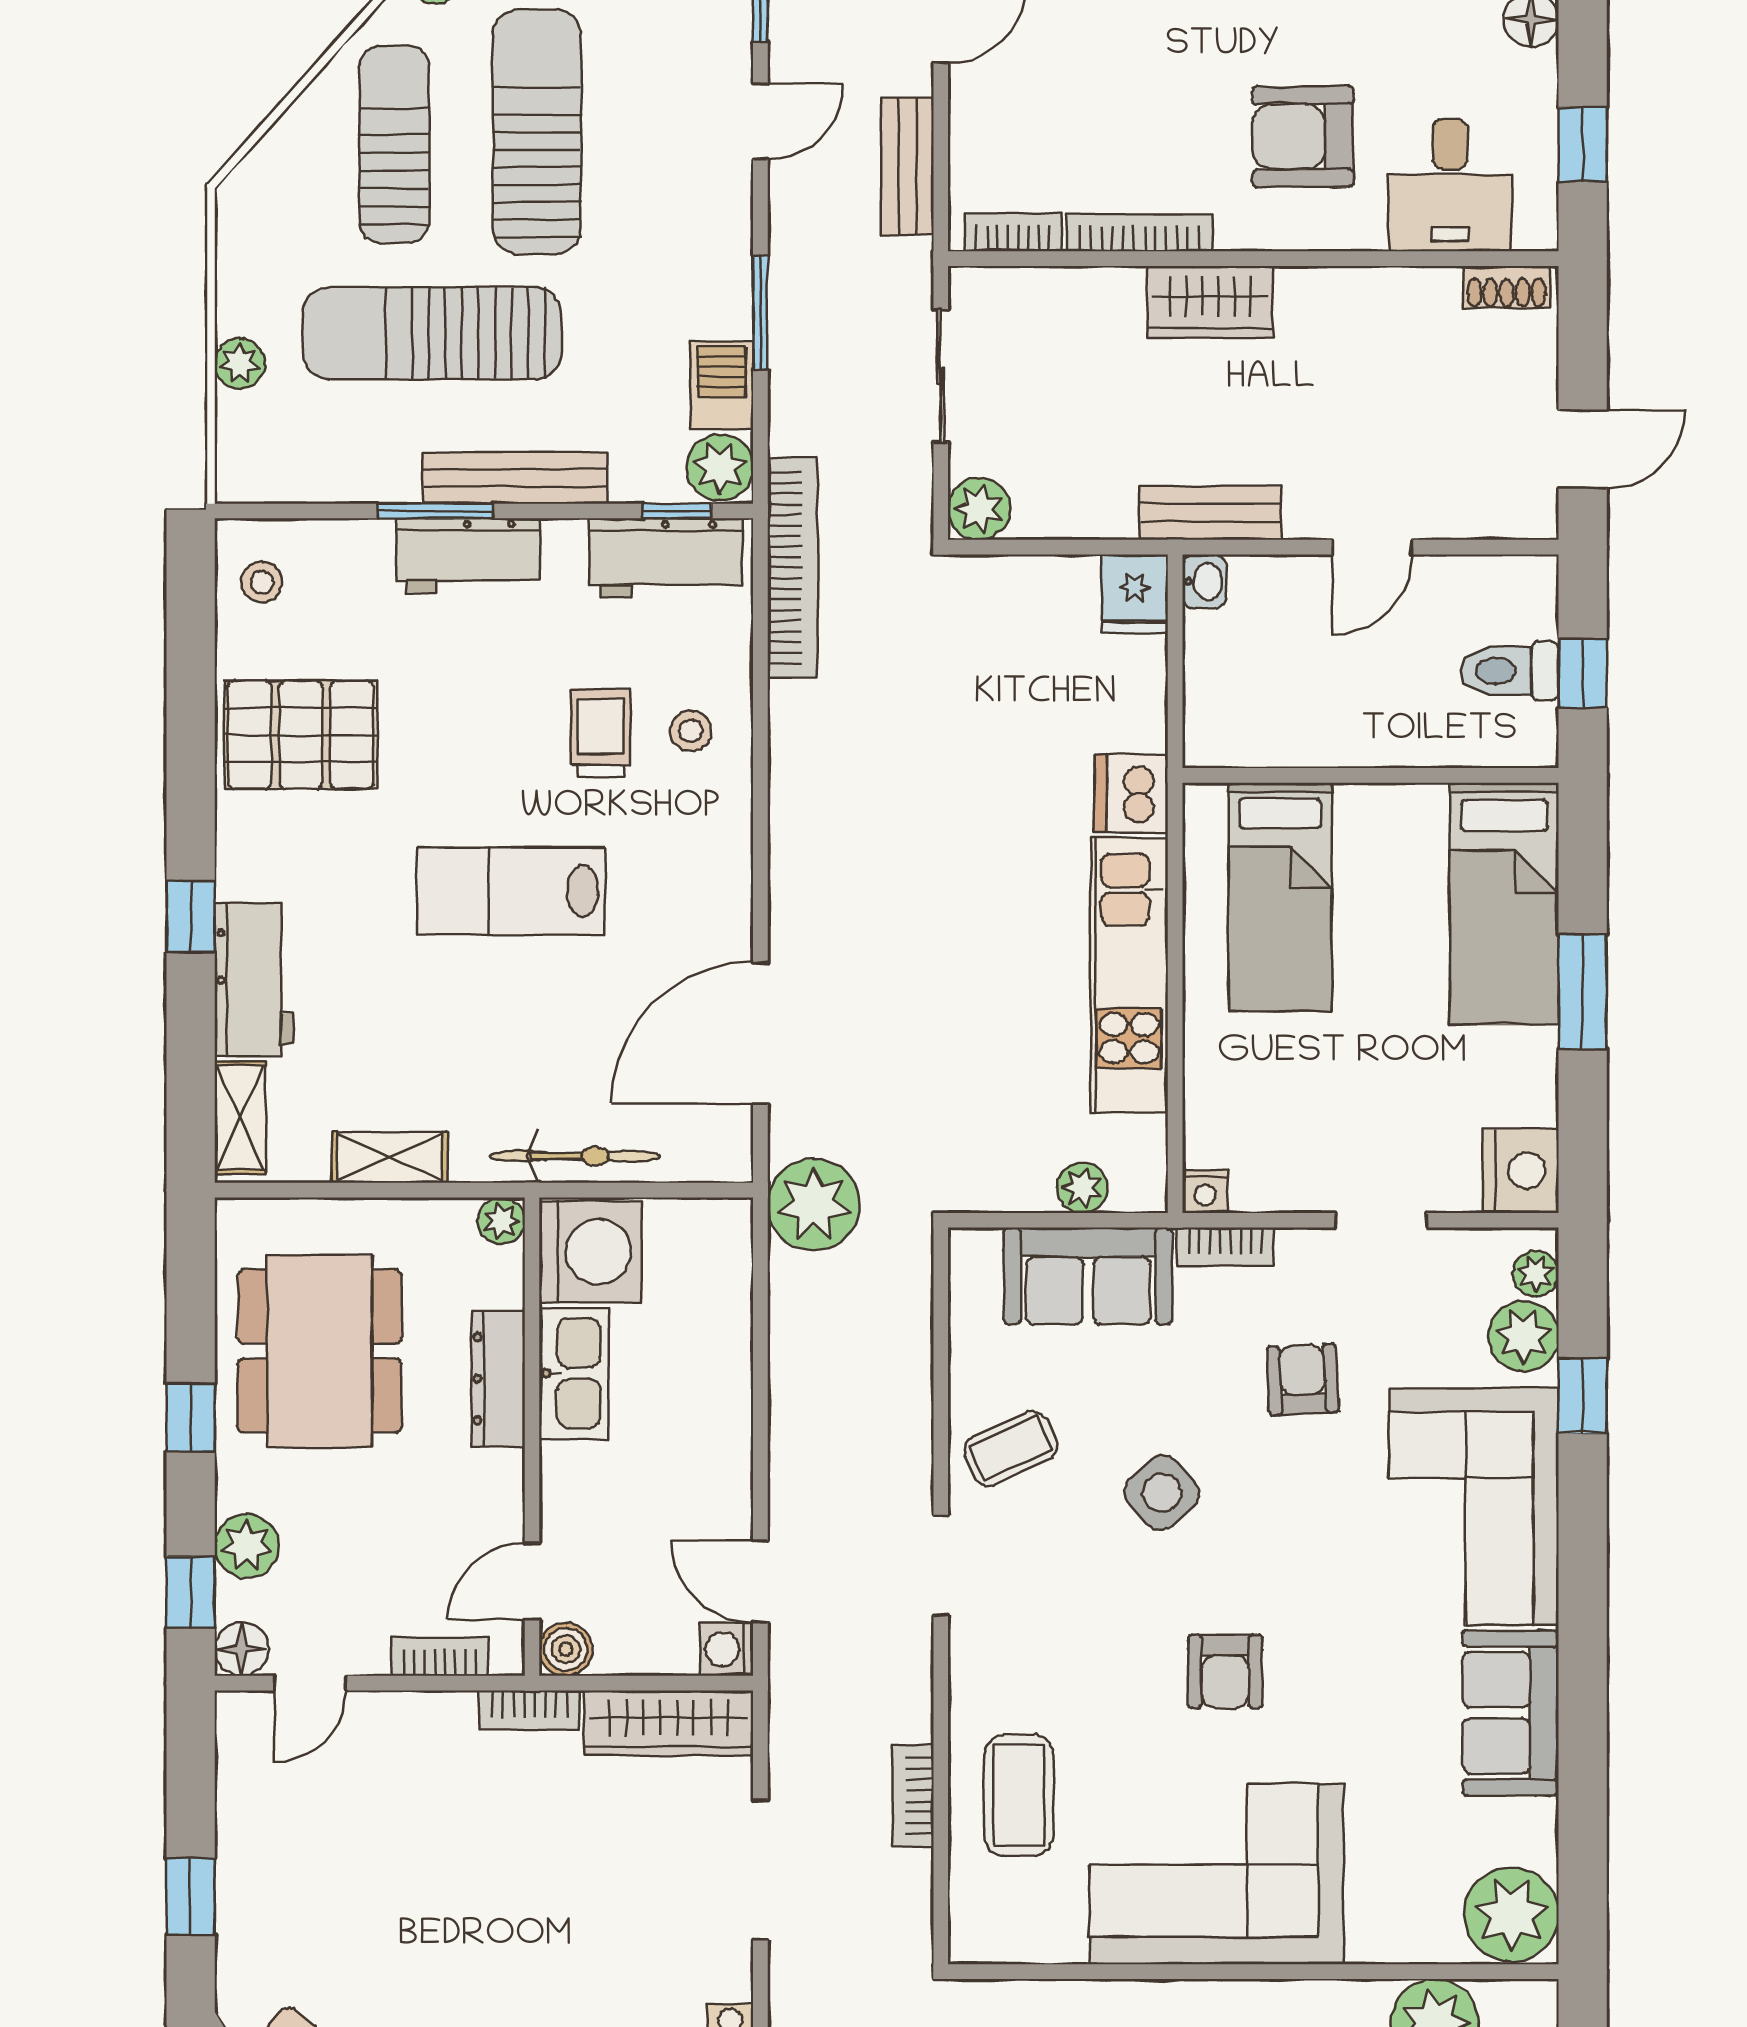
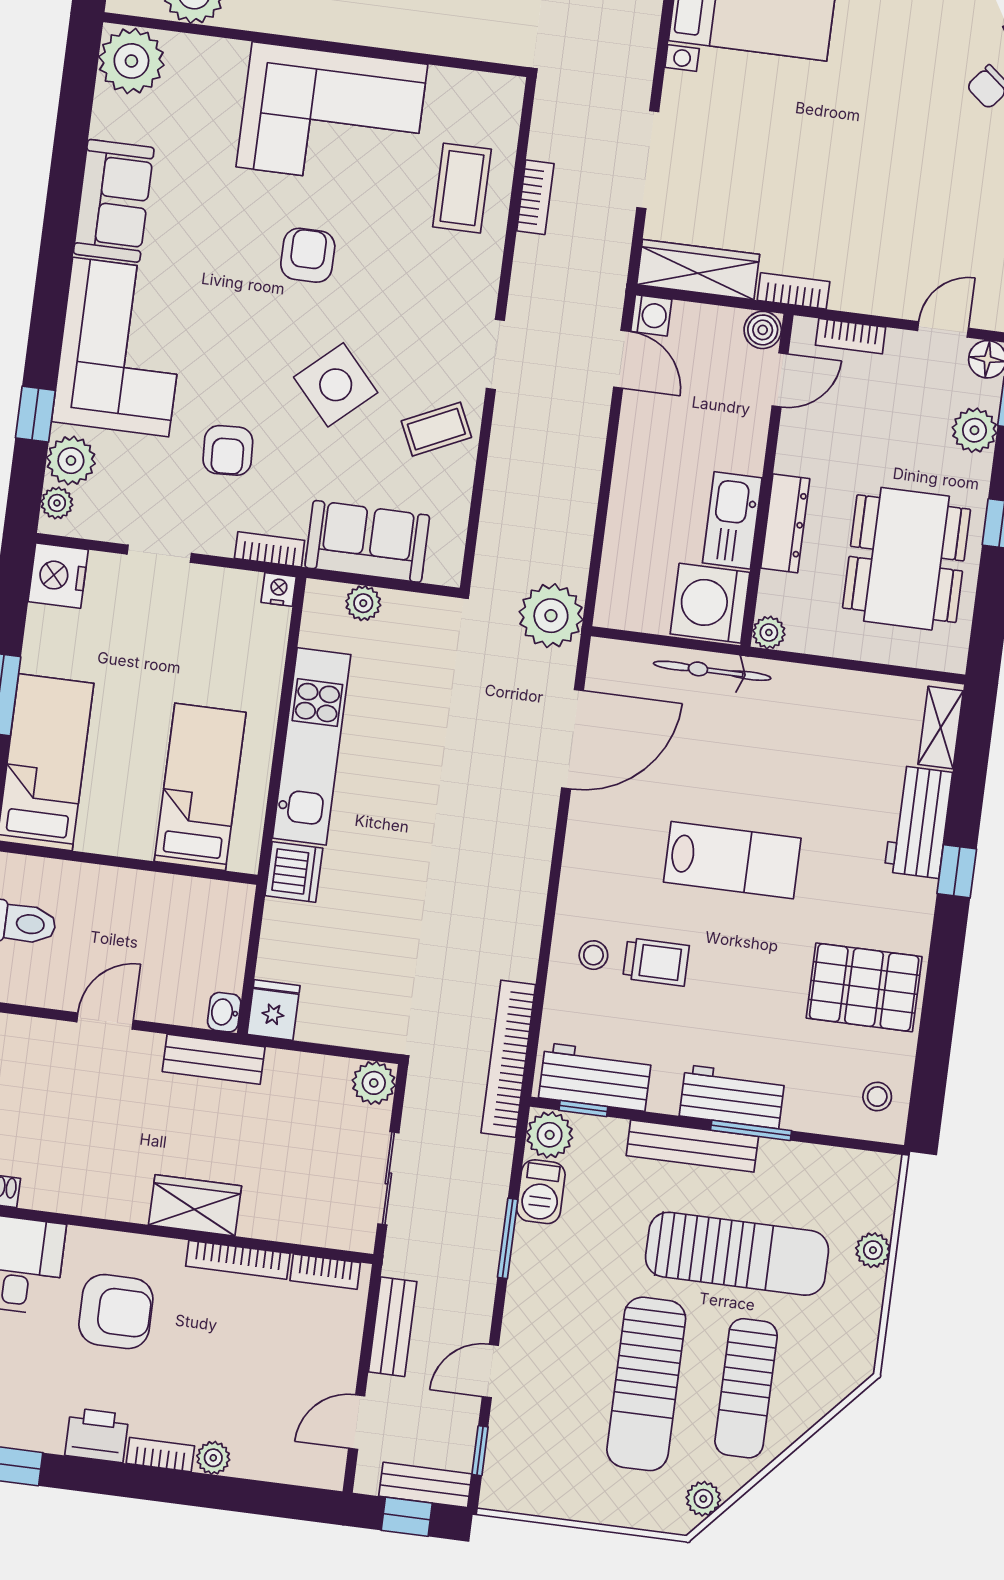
trolley: (601, 733) -> (656, 962), turned -90
shelving: (390, 1157) -> (841, 687), removed
side table: (1162, 1493) -> (336, 385), width x1.37, depth x1.37

